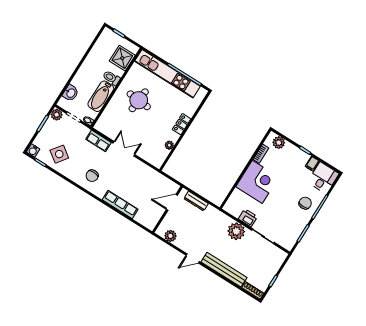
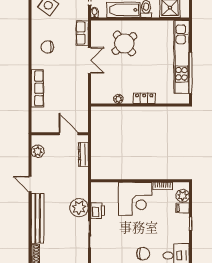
round table: (139, 100) -> (124, 44), moved, turned 45
filing cabinet: (312, 164) -> (183, 208), moved

